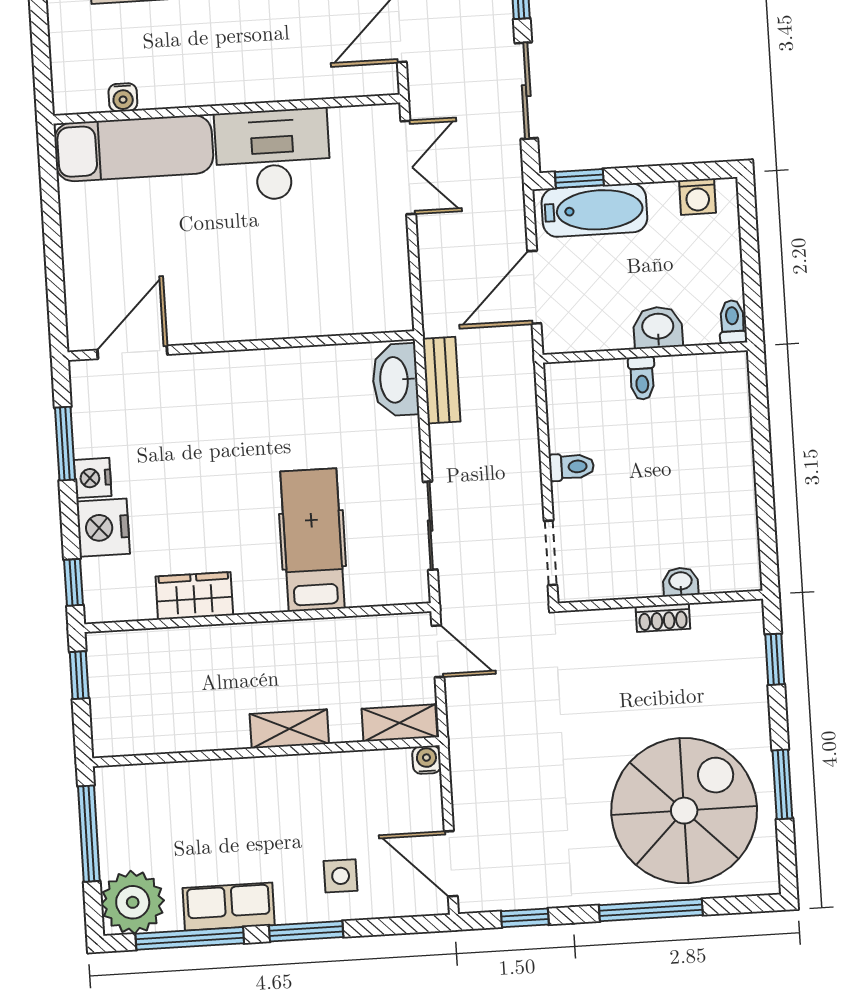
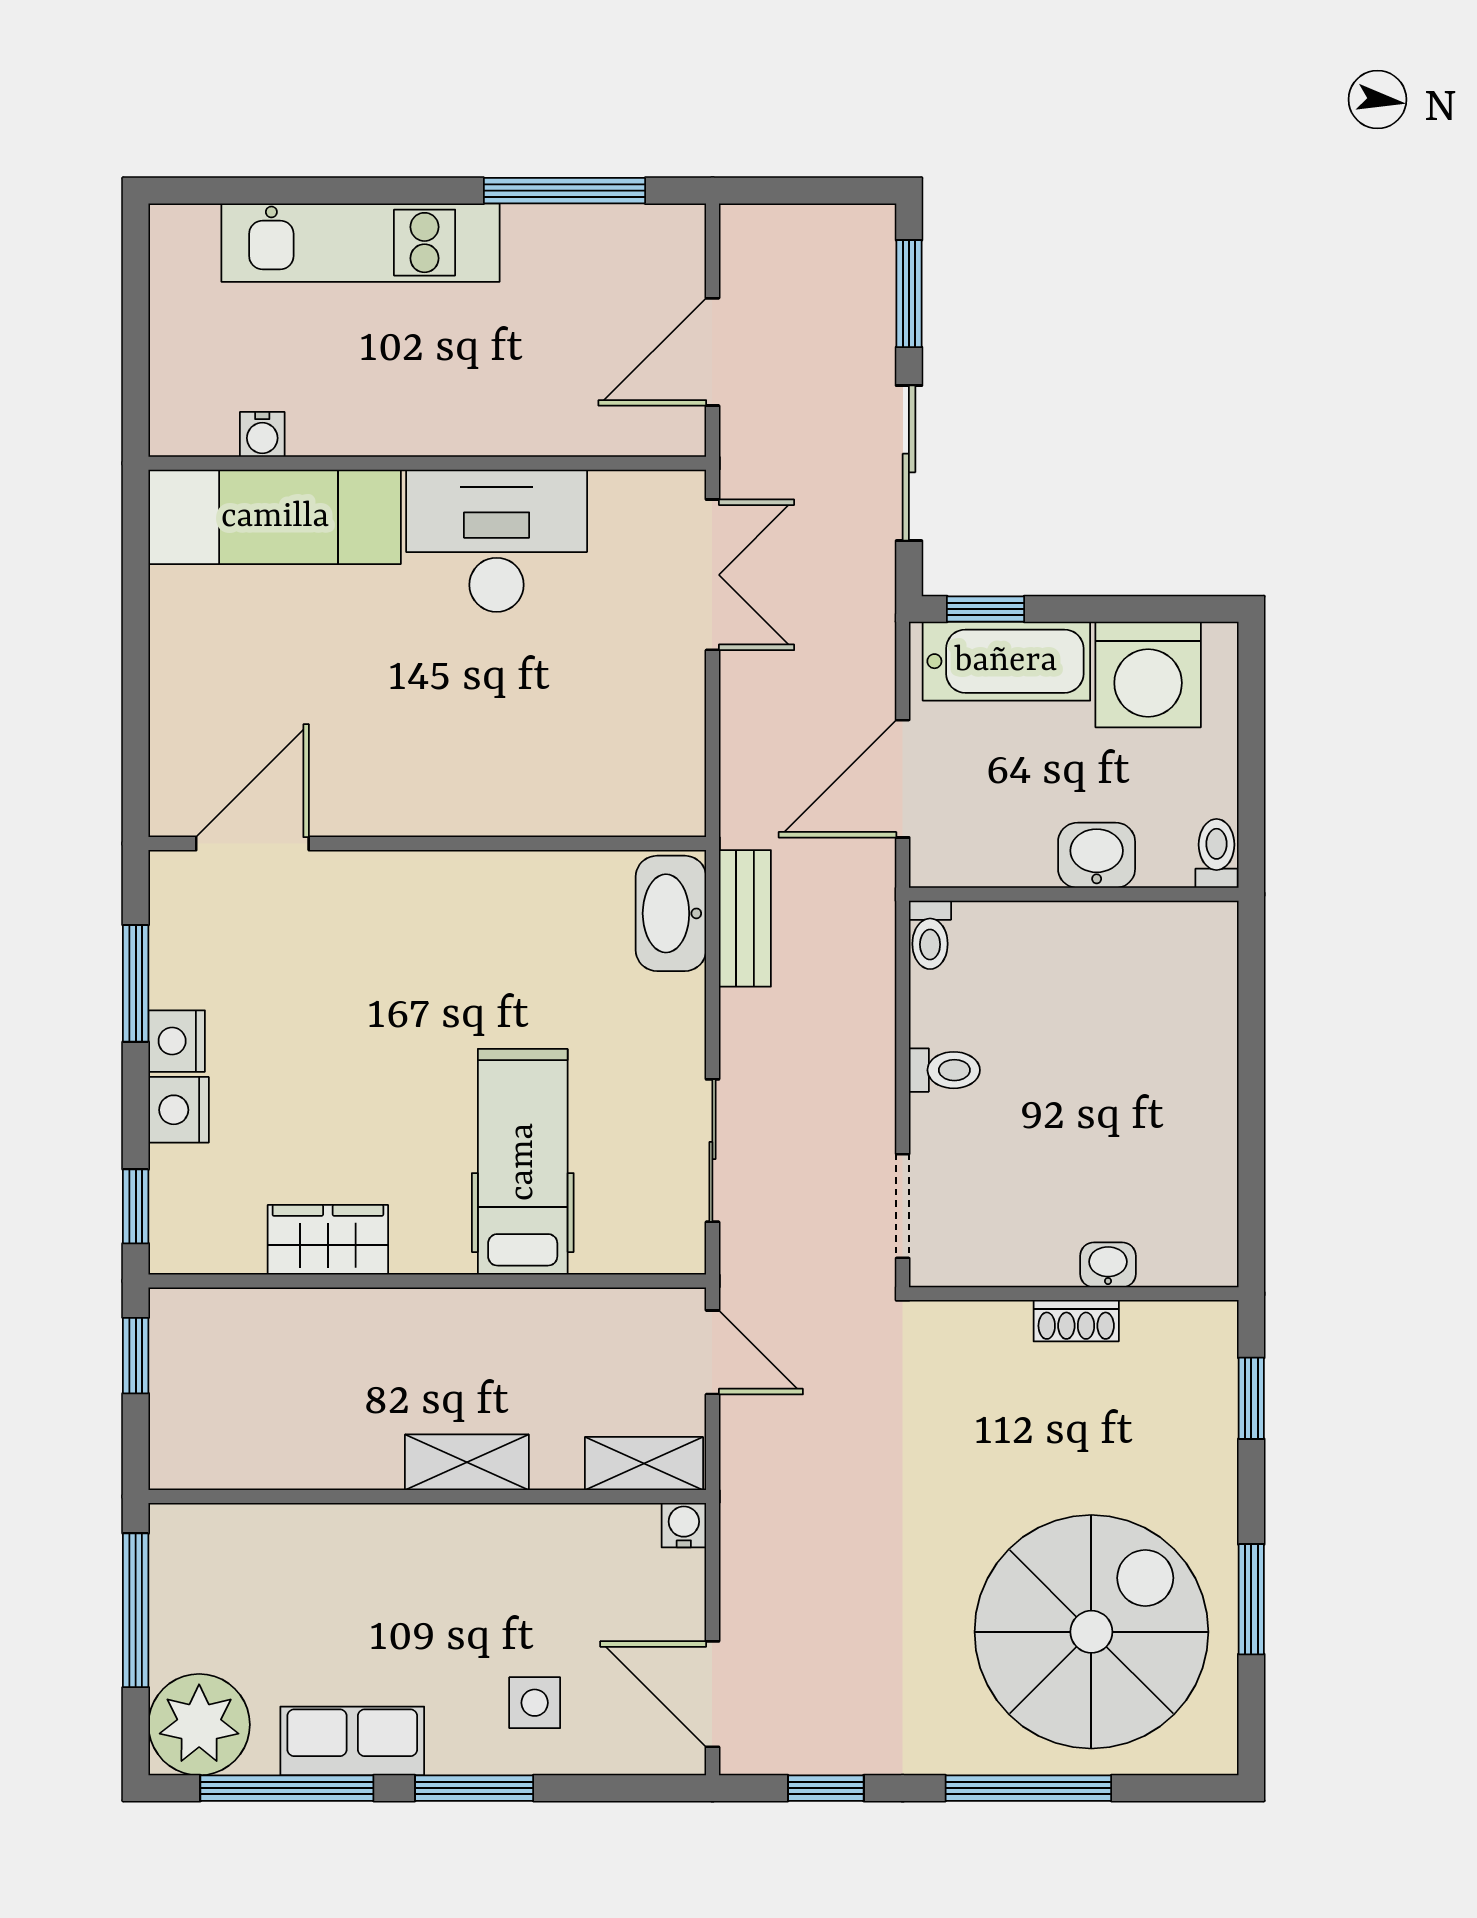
washing machine: (698, 197) -> (1148, 675), width x1.89, depth x1.89
toilet: (642, 378) -> (930, 935), moved
nightstand: (103, 528) -> (179, 1110), width x0.74, depth x0.75

